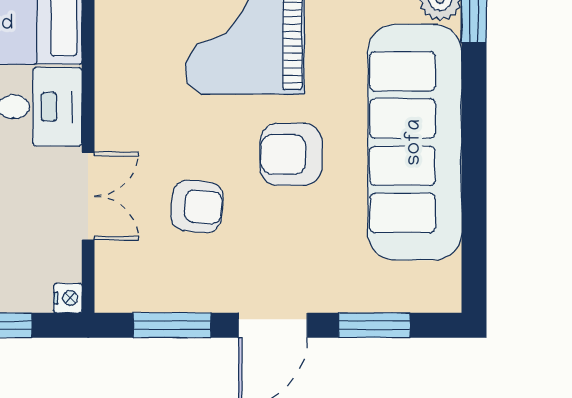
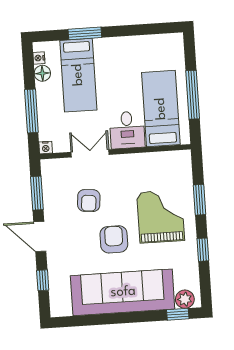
double door: (88, 196) -> (90, 153), swing flipped
window: (374, 325) -> (43, 280), width x0.67

